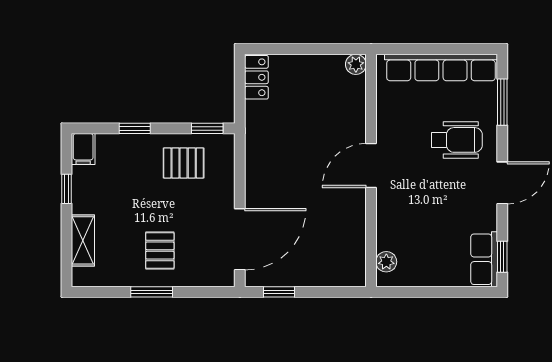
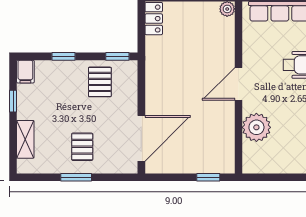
pallet: (184, 163) -> (100, 82), turned 90
plant: (386, 262) -> (256, 127), moved, width x1.88, depth x1.88
window: (279, 292) -> (208, 177), moved

